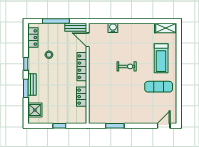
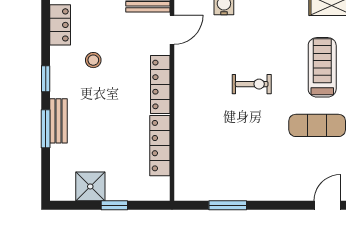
door: (88, 40) -> (172, 30), swing flipped
treadmill: (161, 58) -> (322, 67), turned 180
locker: (82, 97) -> (160, 146), width x1.53
shower: (35, 110) -> (90, 186), moved

